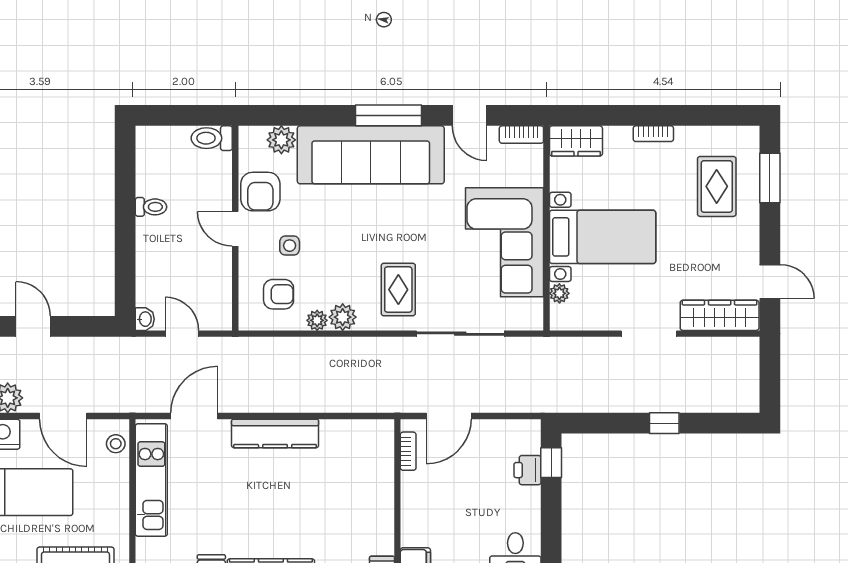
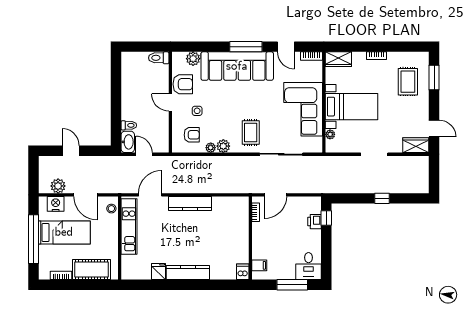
armchair: (260, 192) -> (183, 84), turned -90
toilet: (151, 207) -> (129, 125), moved
wardrobe: (720, 315) -> (416, 145), width x0.67
washbasin: (145, 319) -> (128, 142), width x1.91, depth x1.45

